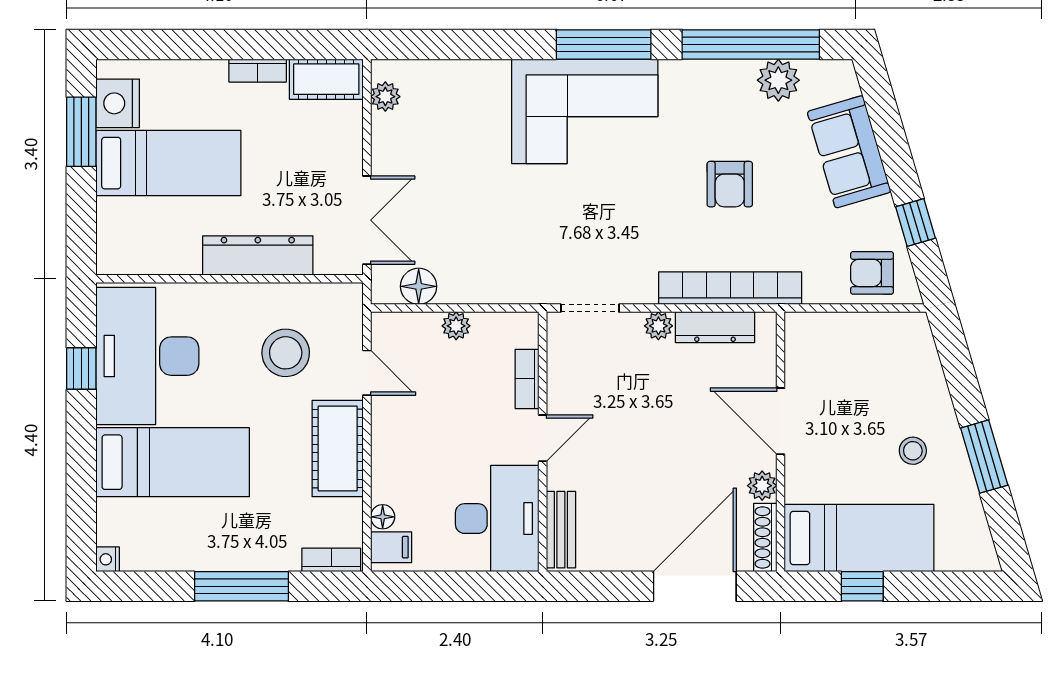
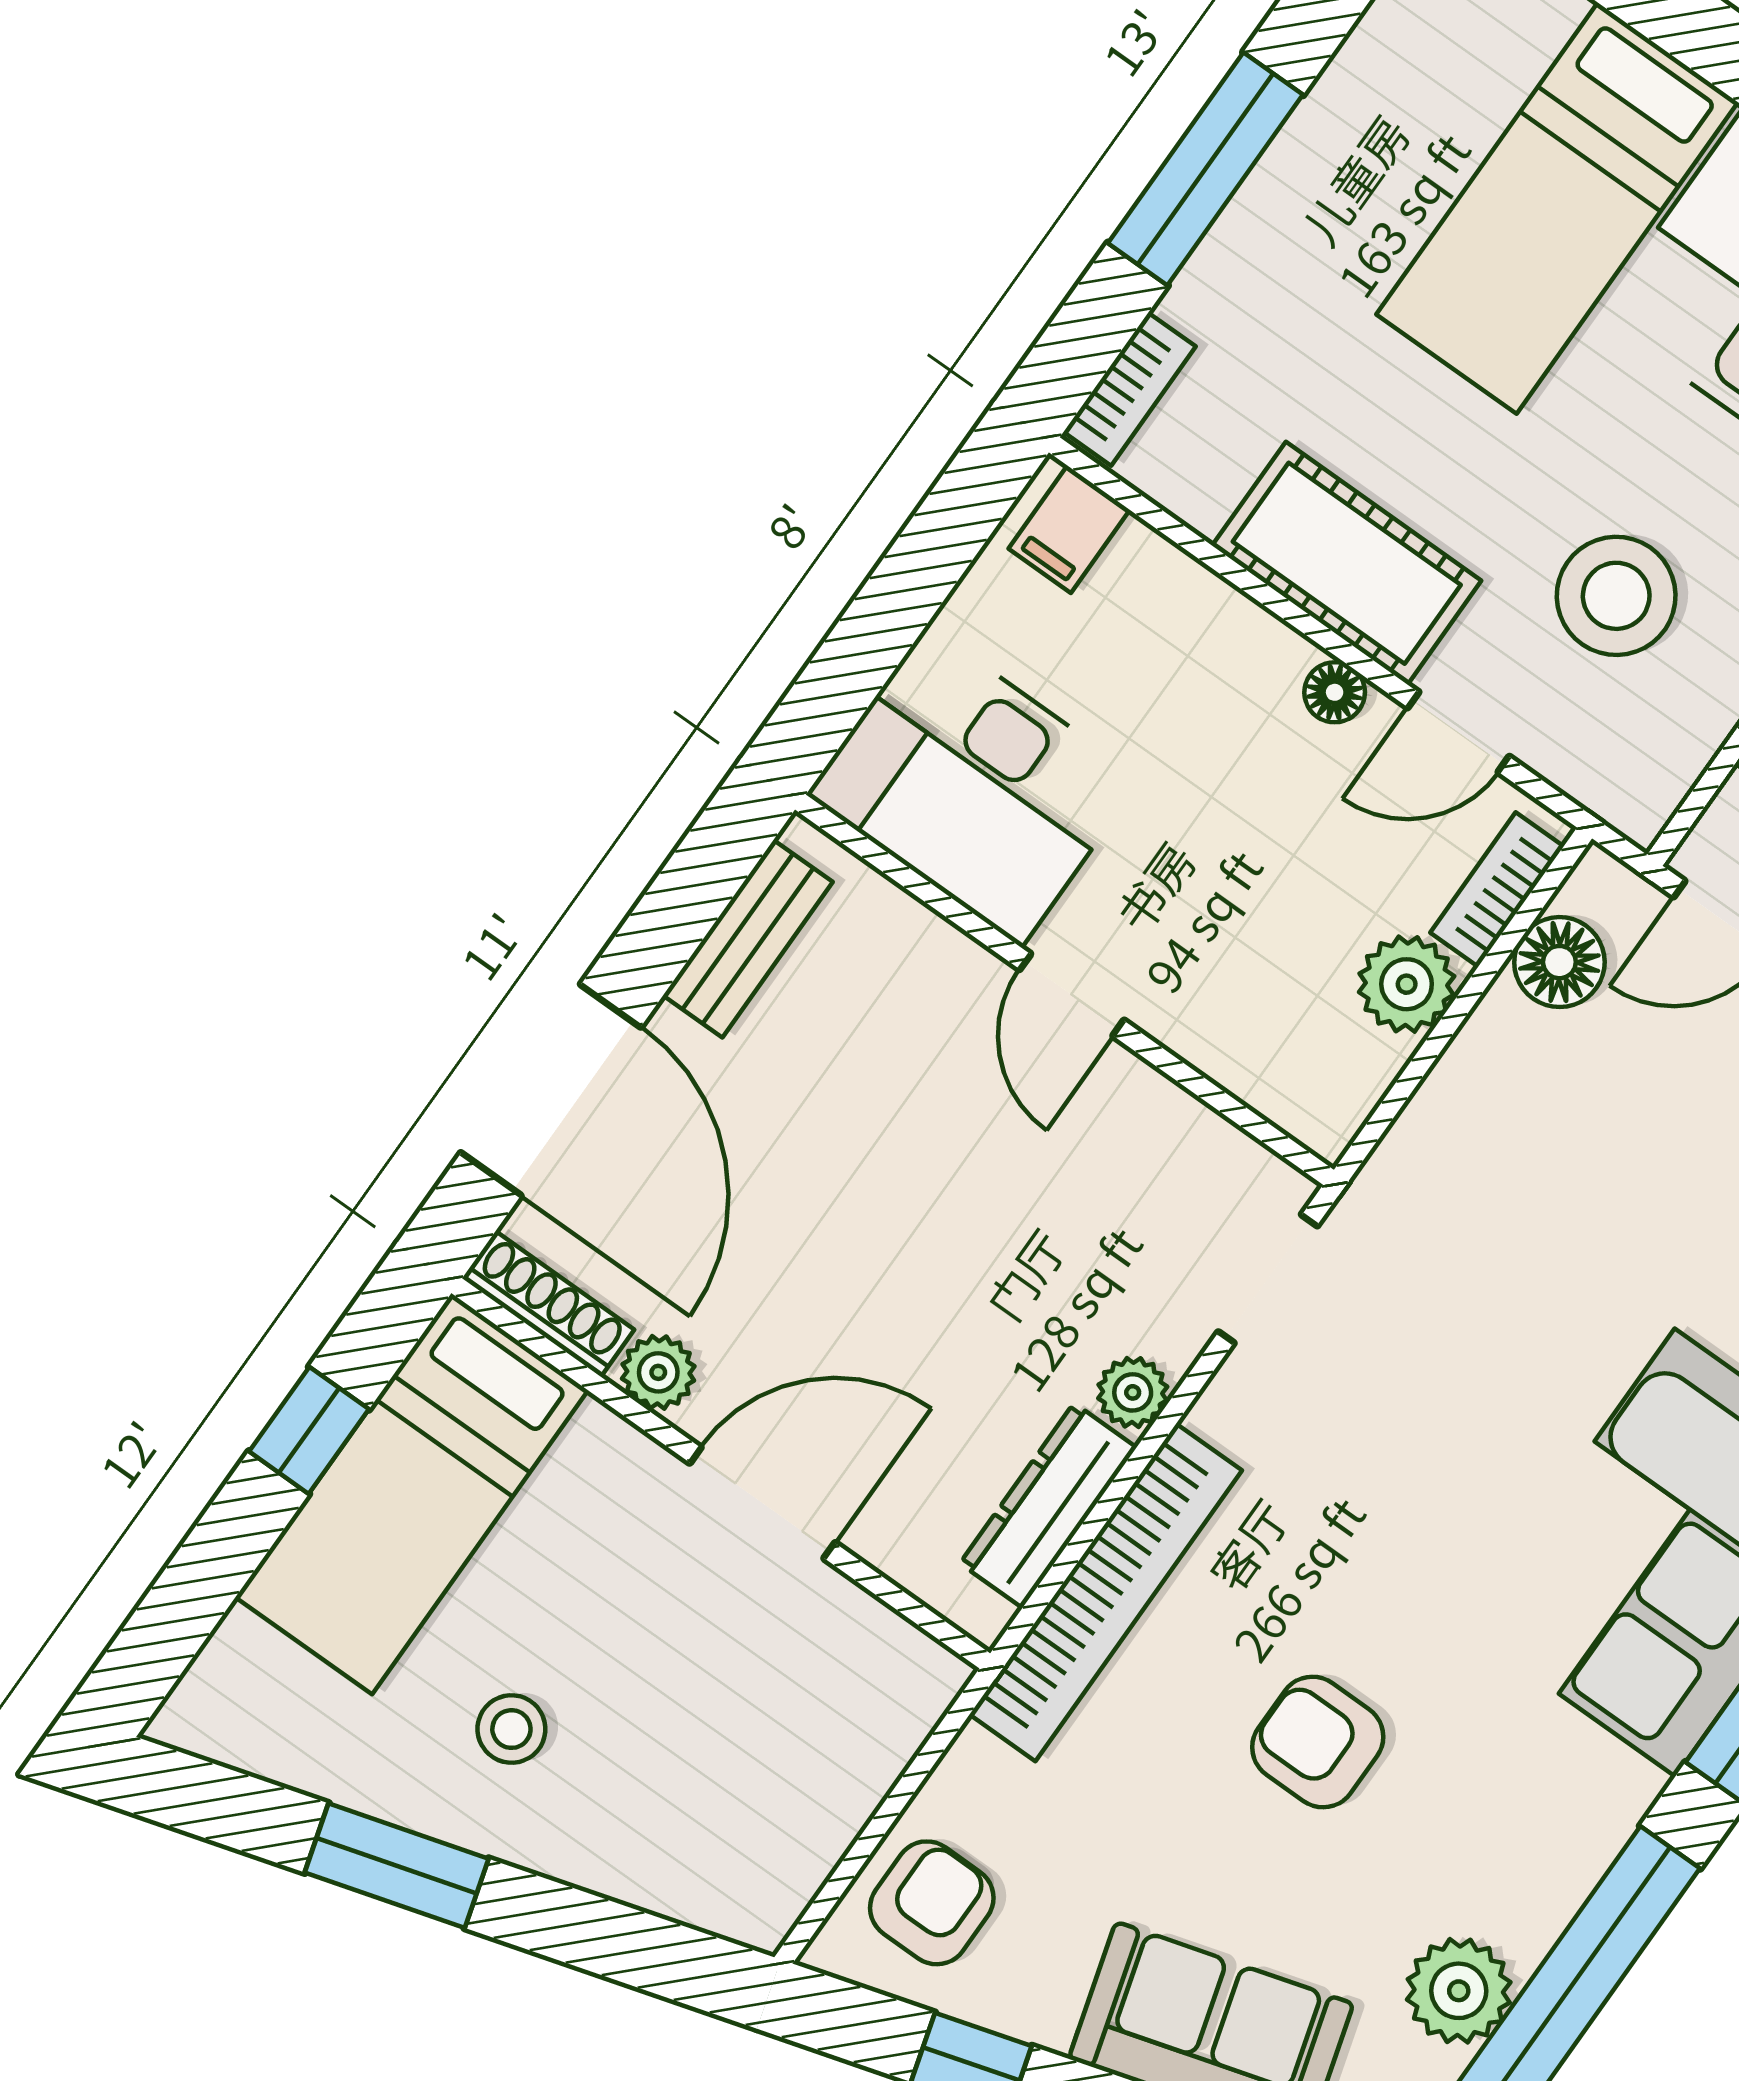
plant: (456, 326) -> (1407, 984), width x1.38, depth x1.38
bookcase: (527, 379) -> (1497, 889), moved, turned -90
floor lamp: (383, 517) -> (1335, 692), moved
bench: (561, 530) -> (748, 939), moved, turned 90

